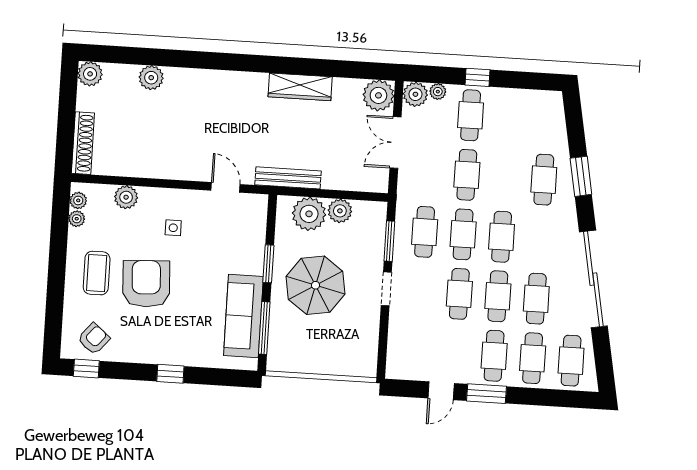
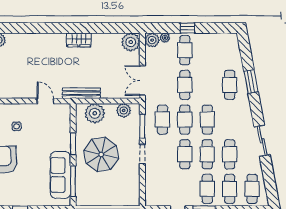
wardrobe: (300, 87) -> (79, 40), width x0.67
double door: (395, 143) -> (142, 80), moved
plant: (340, 211) -> (124, 110), moved
sliding door: (593, 279) -> (262, 141), width x0.54

